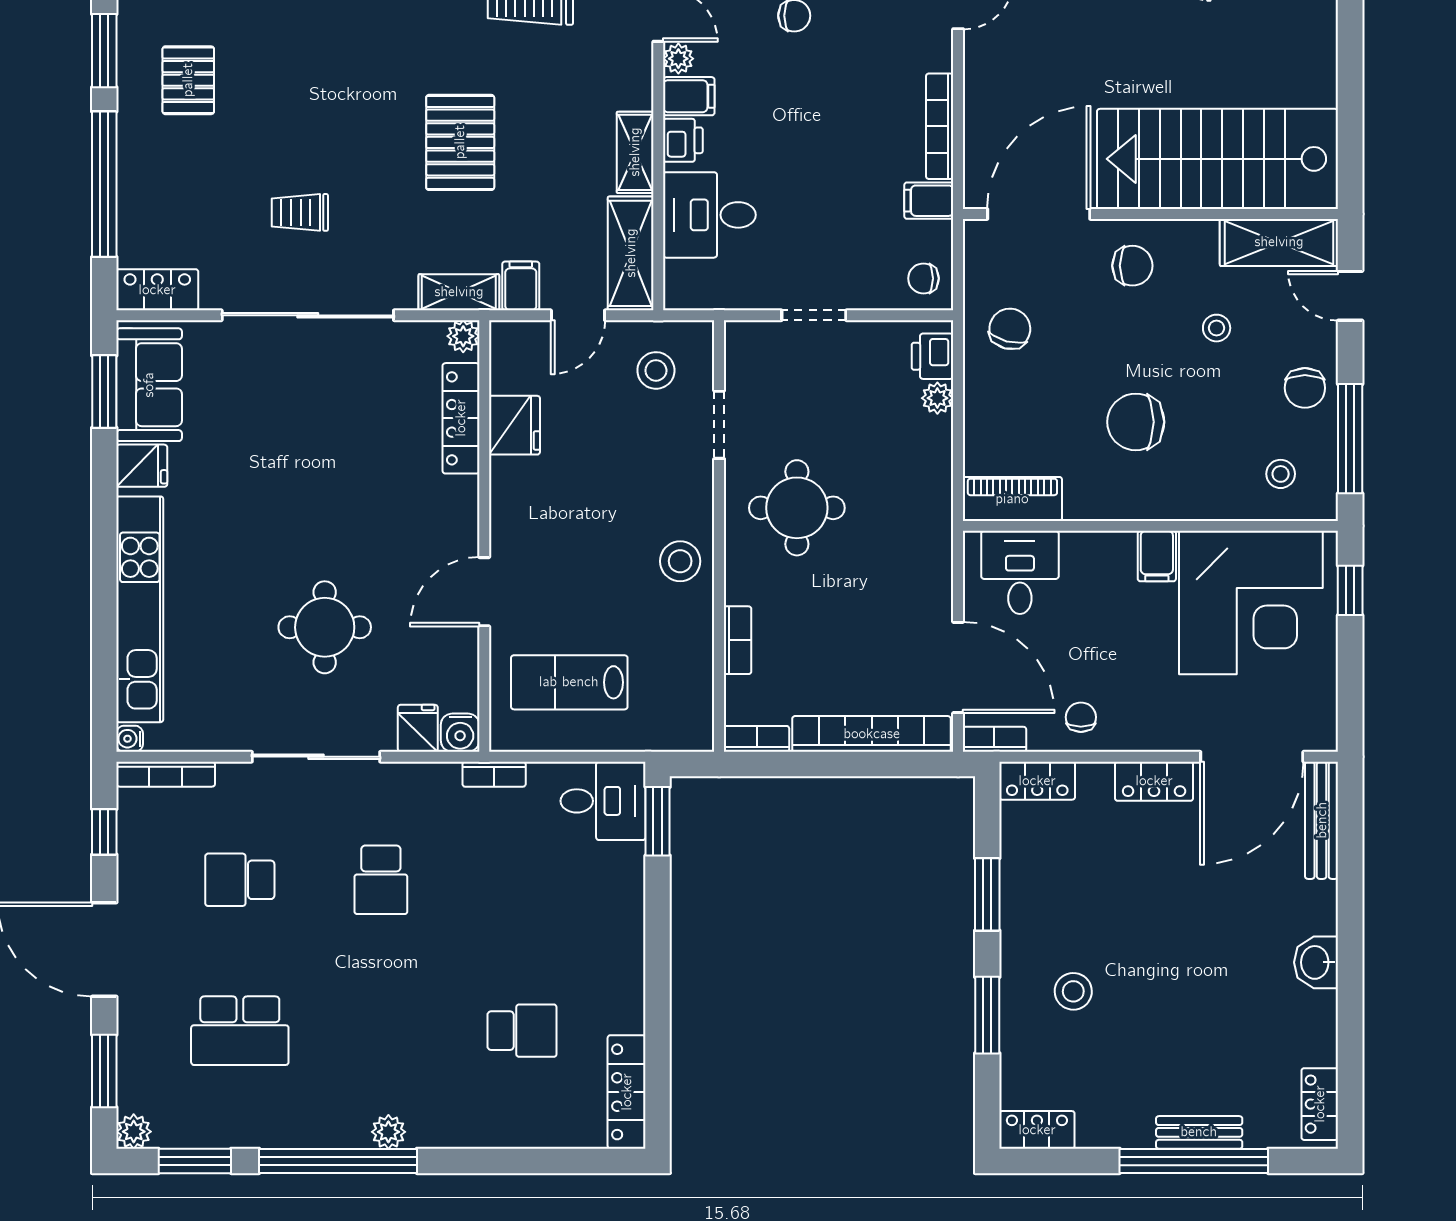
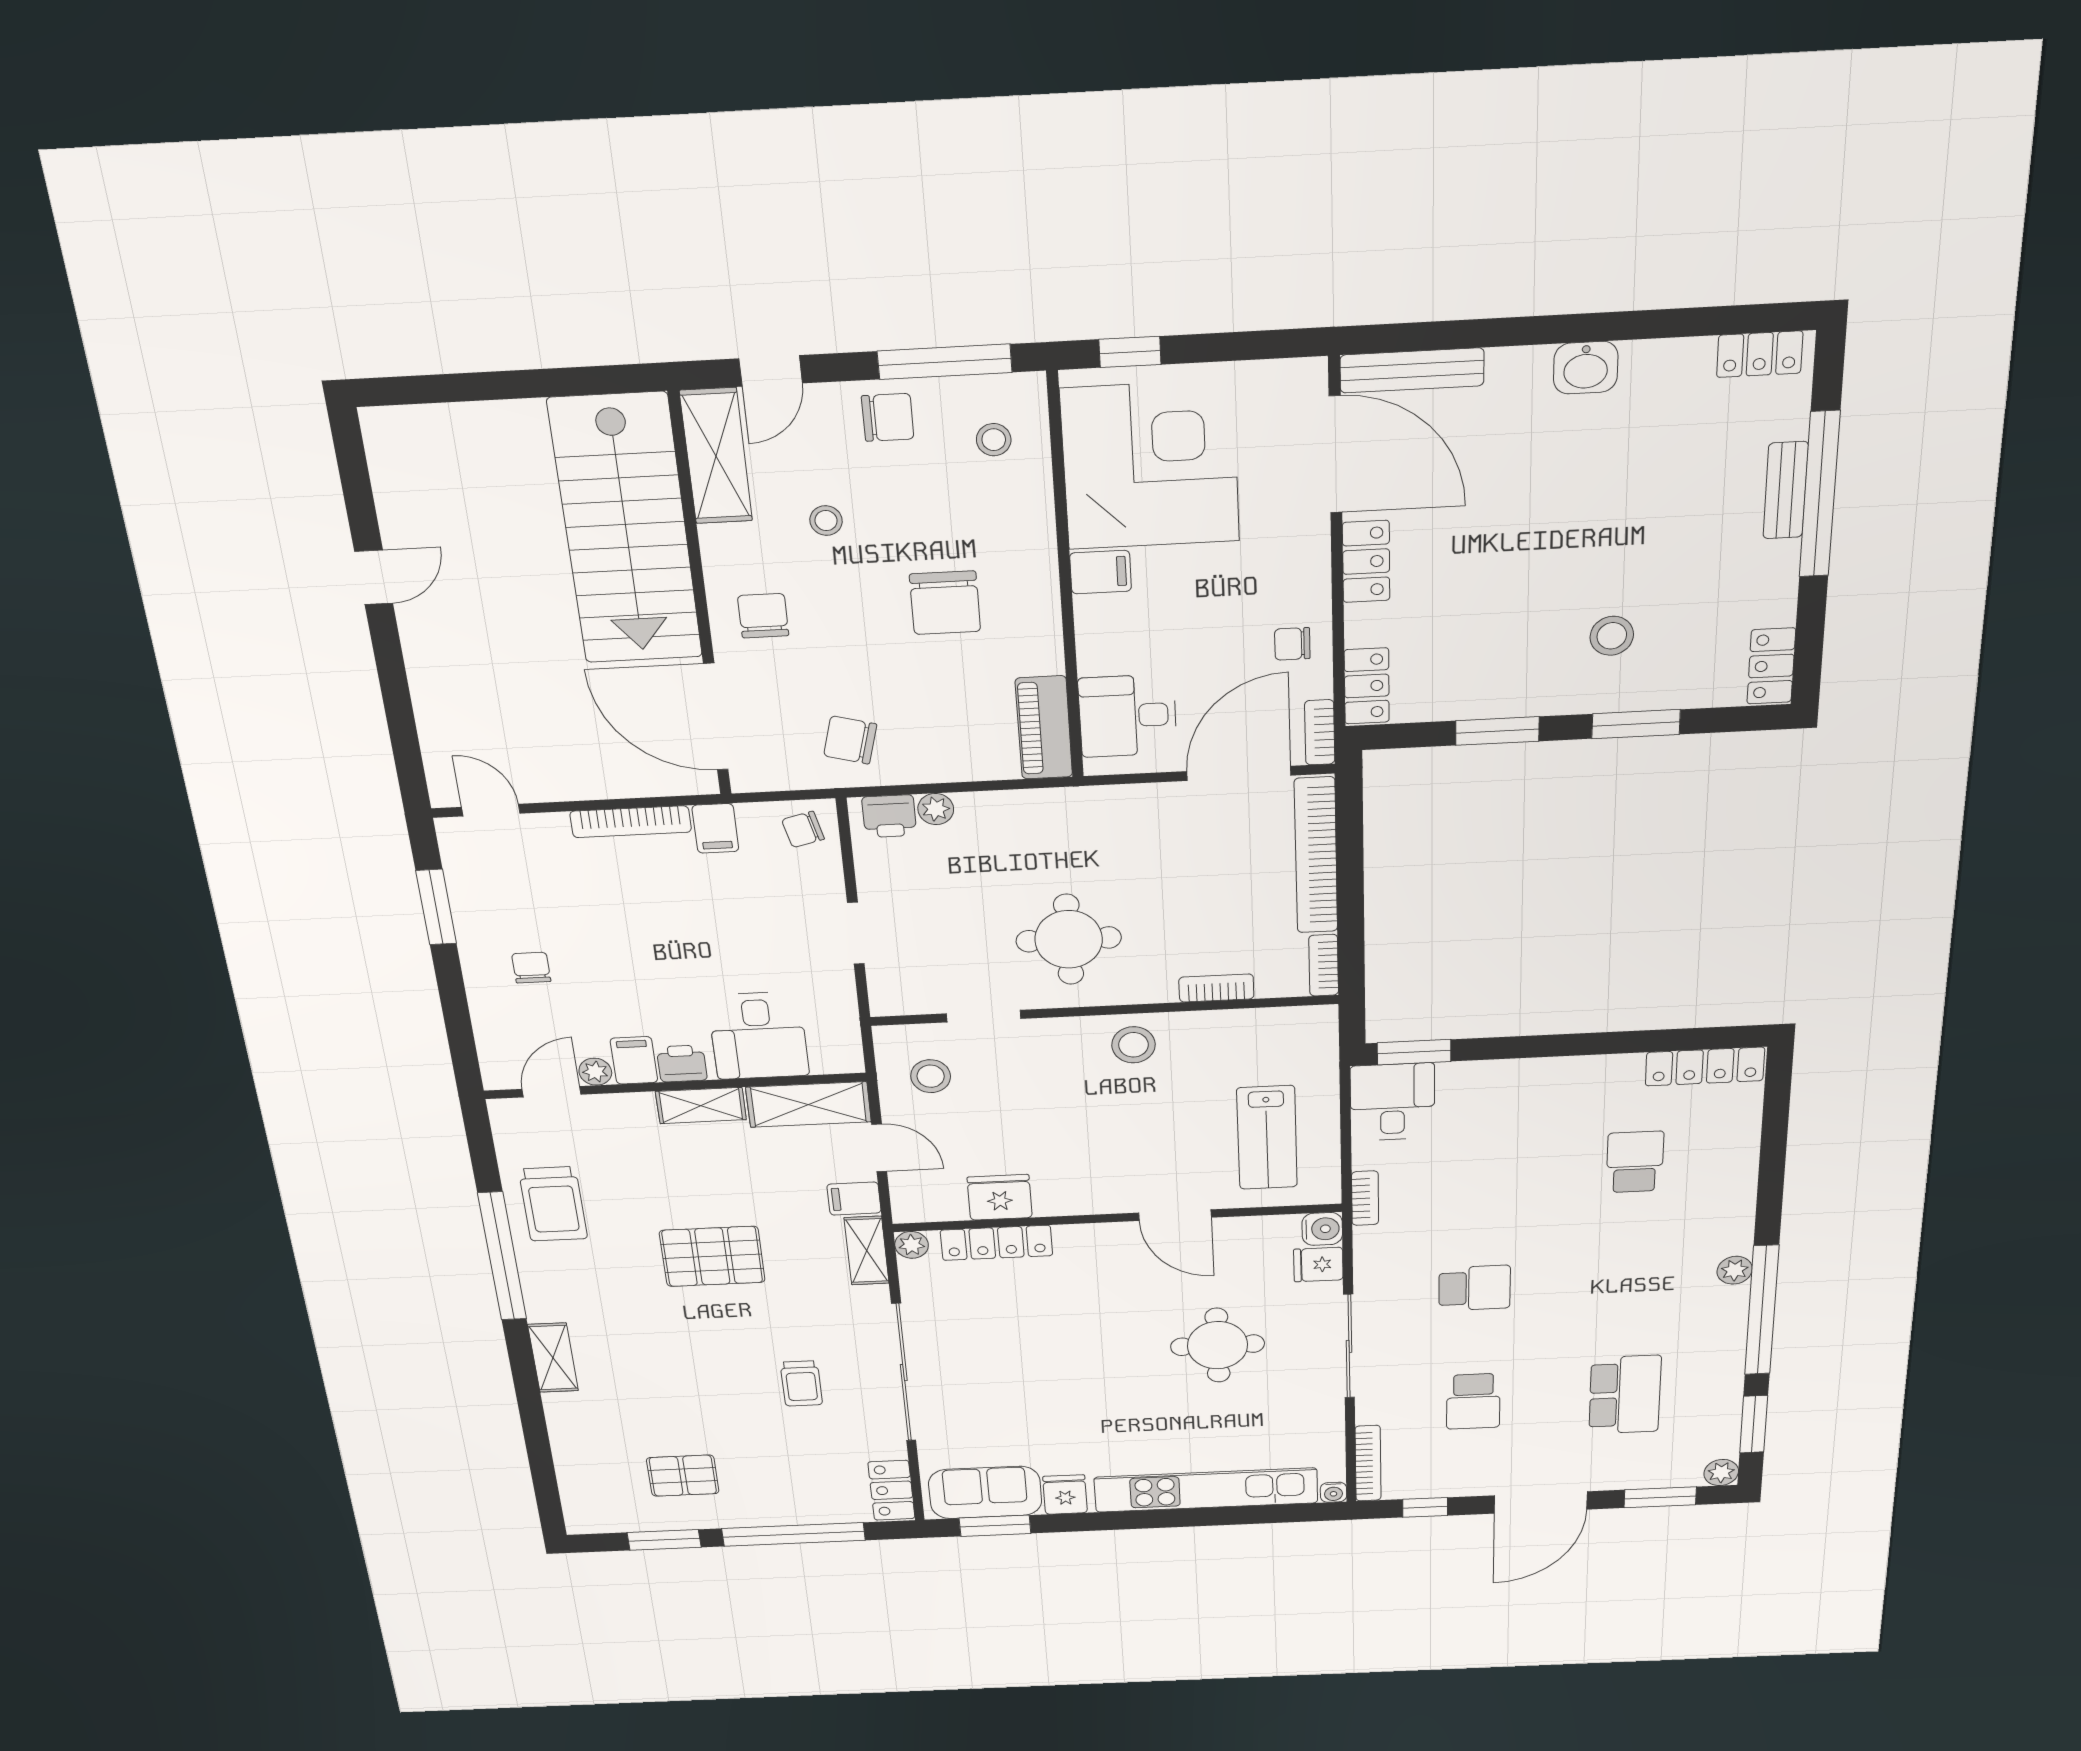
chair: (923, 278) -> (803, 829), turned 76

